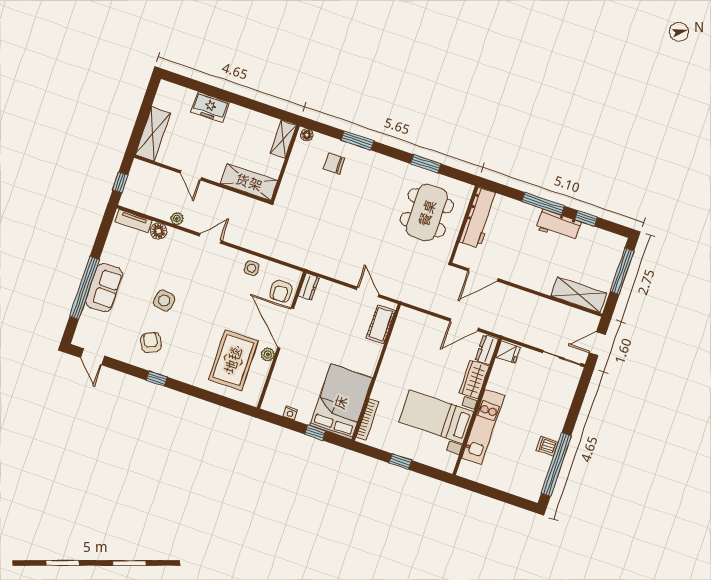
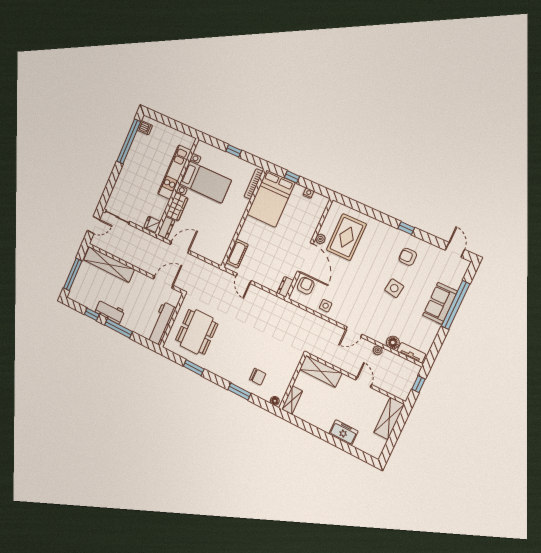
shelving: (579, 295) -> (109, 265), width x1.47
armchair: (151, 342) -> (408, 257), turned 119
dishwasher: (547, 446) -> (145, 128), moved

